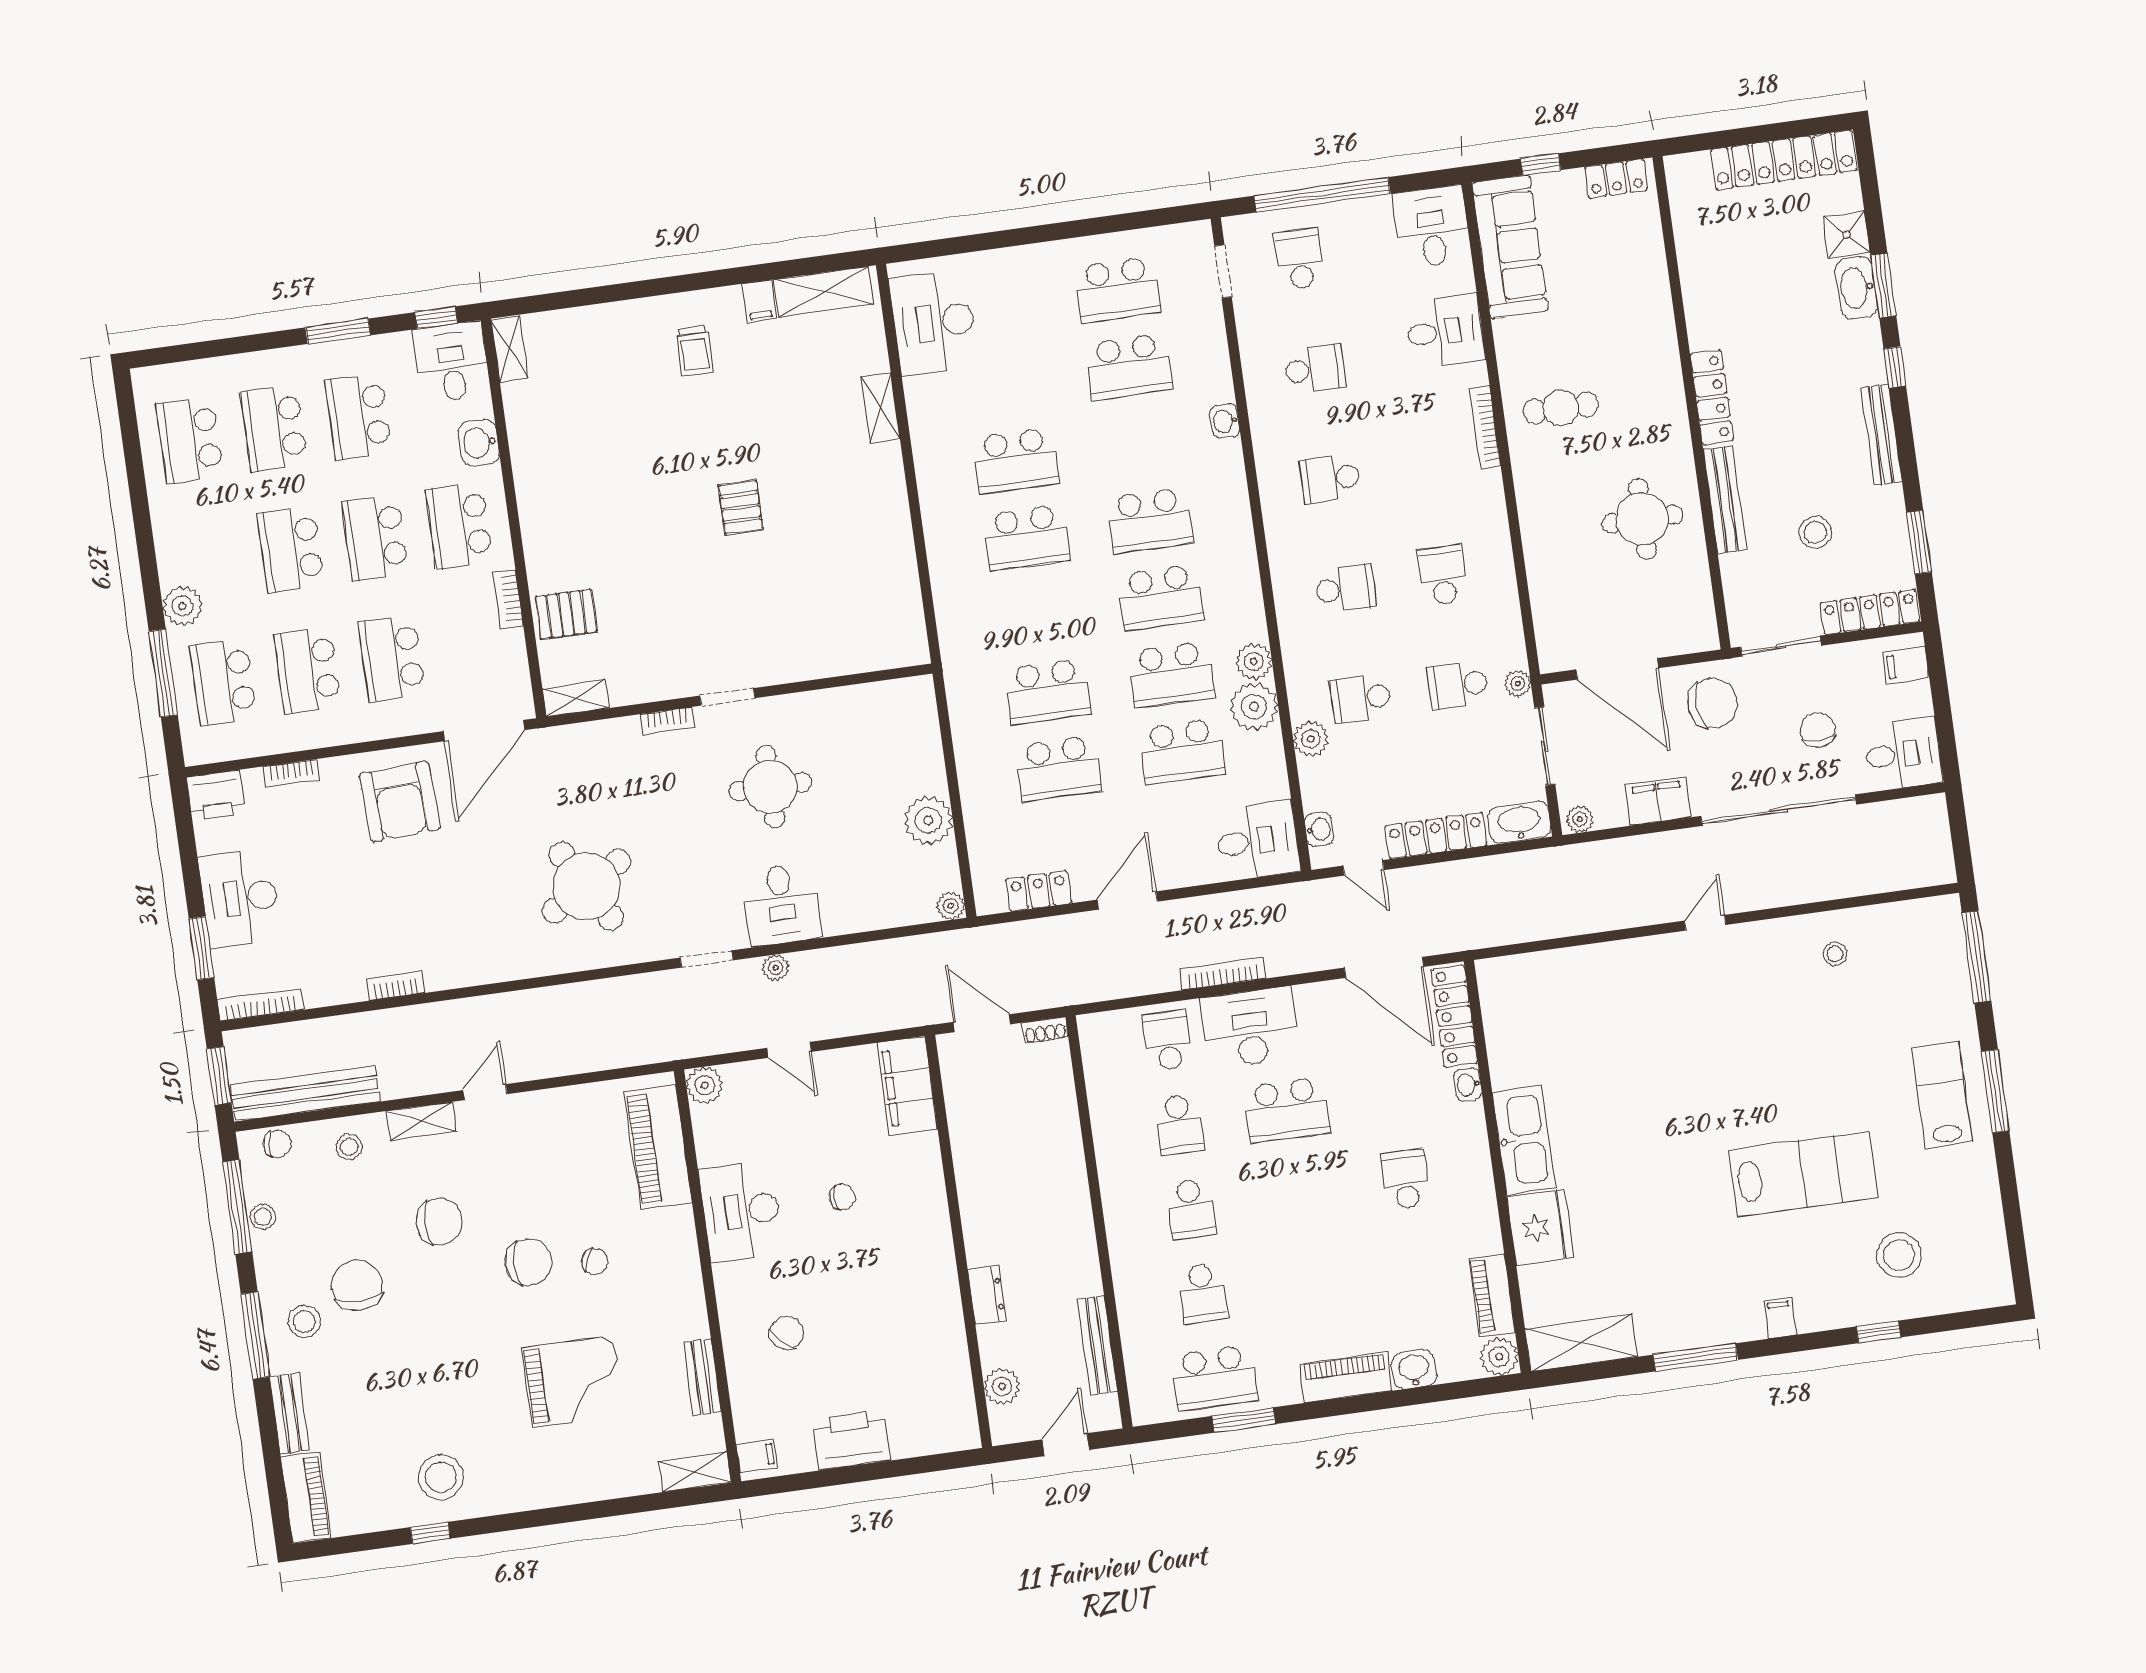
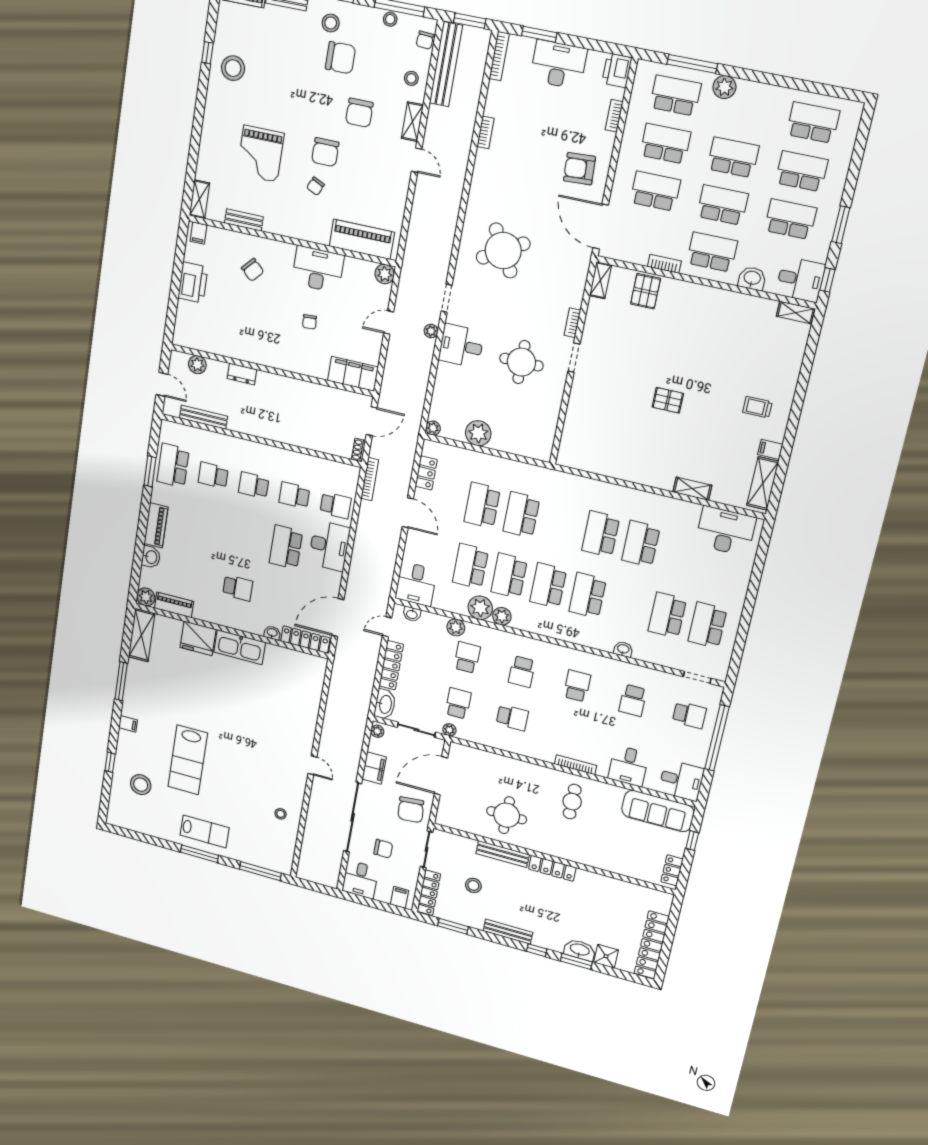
armchair: (400, 801) -> (579, 169), width x0.73, depth x0.73
bookcase: (1223, 974) -> (370, 479), moved

